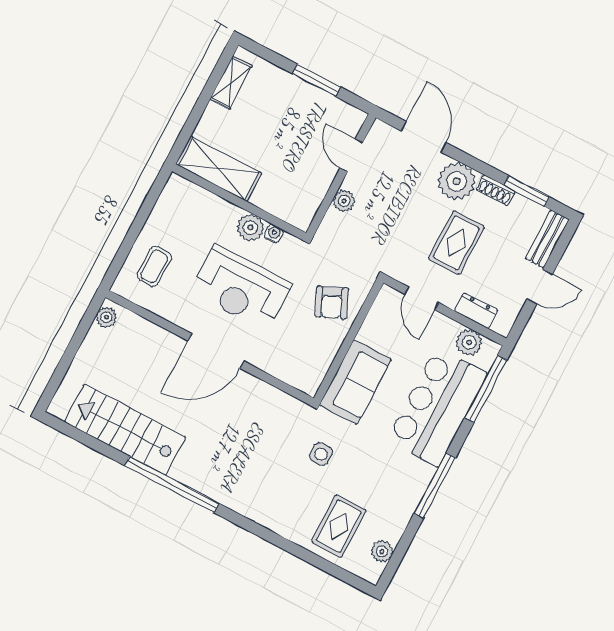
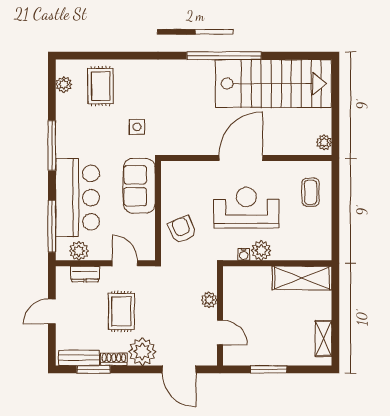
bench: (547, 239) -> (79, 358), moved, turned 90
stairs: (125, 430) -> (273, 84), width x1.36, depth x1.51

